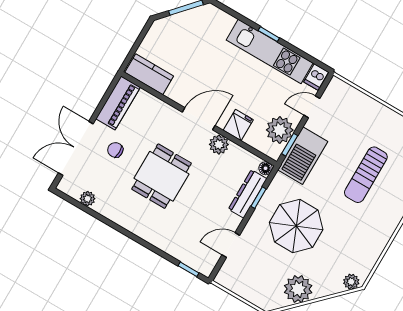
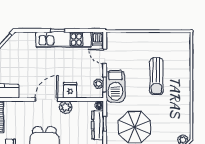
door: (312, 107) -> (105, 56), hinge flipped
plant: (280, 130) -> (99, 84), width x0.53, depth x0.53

